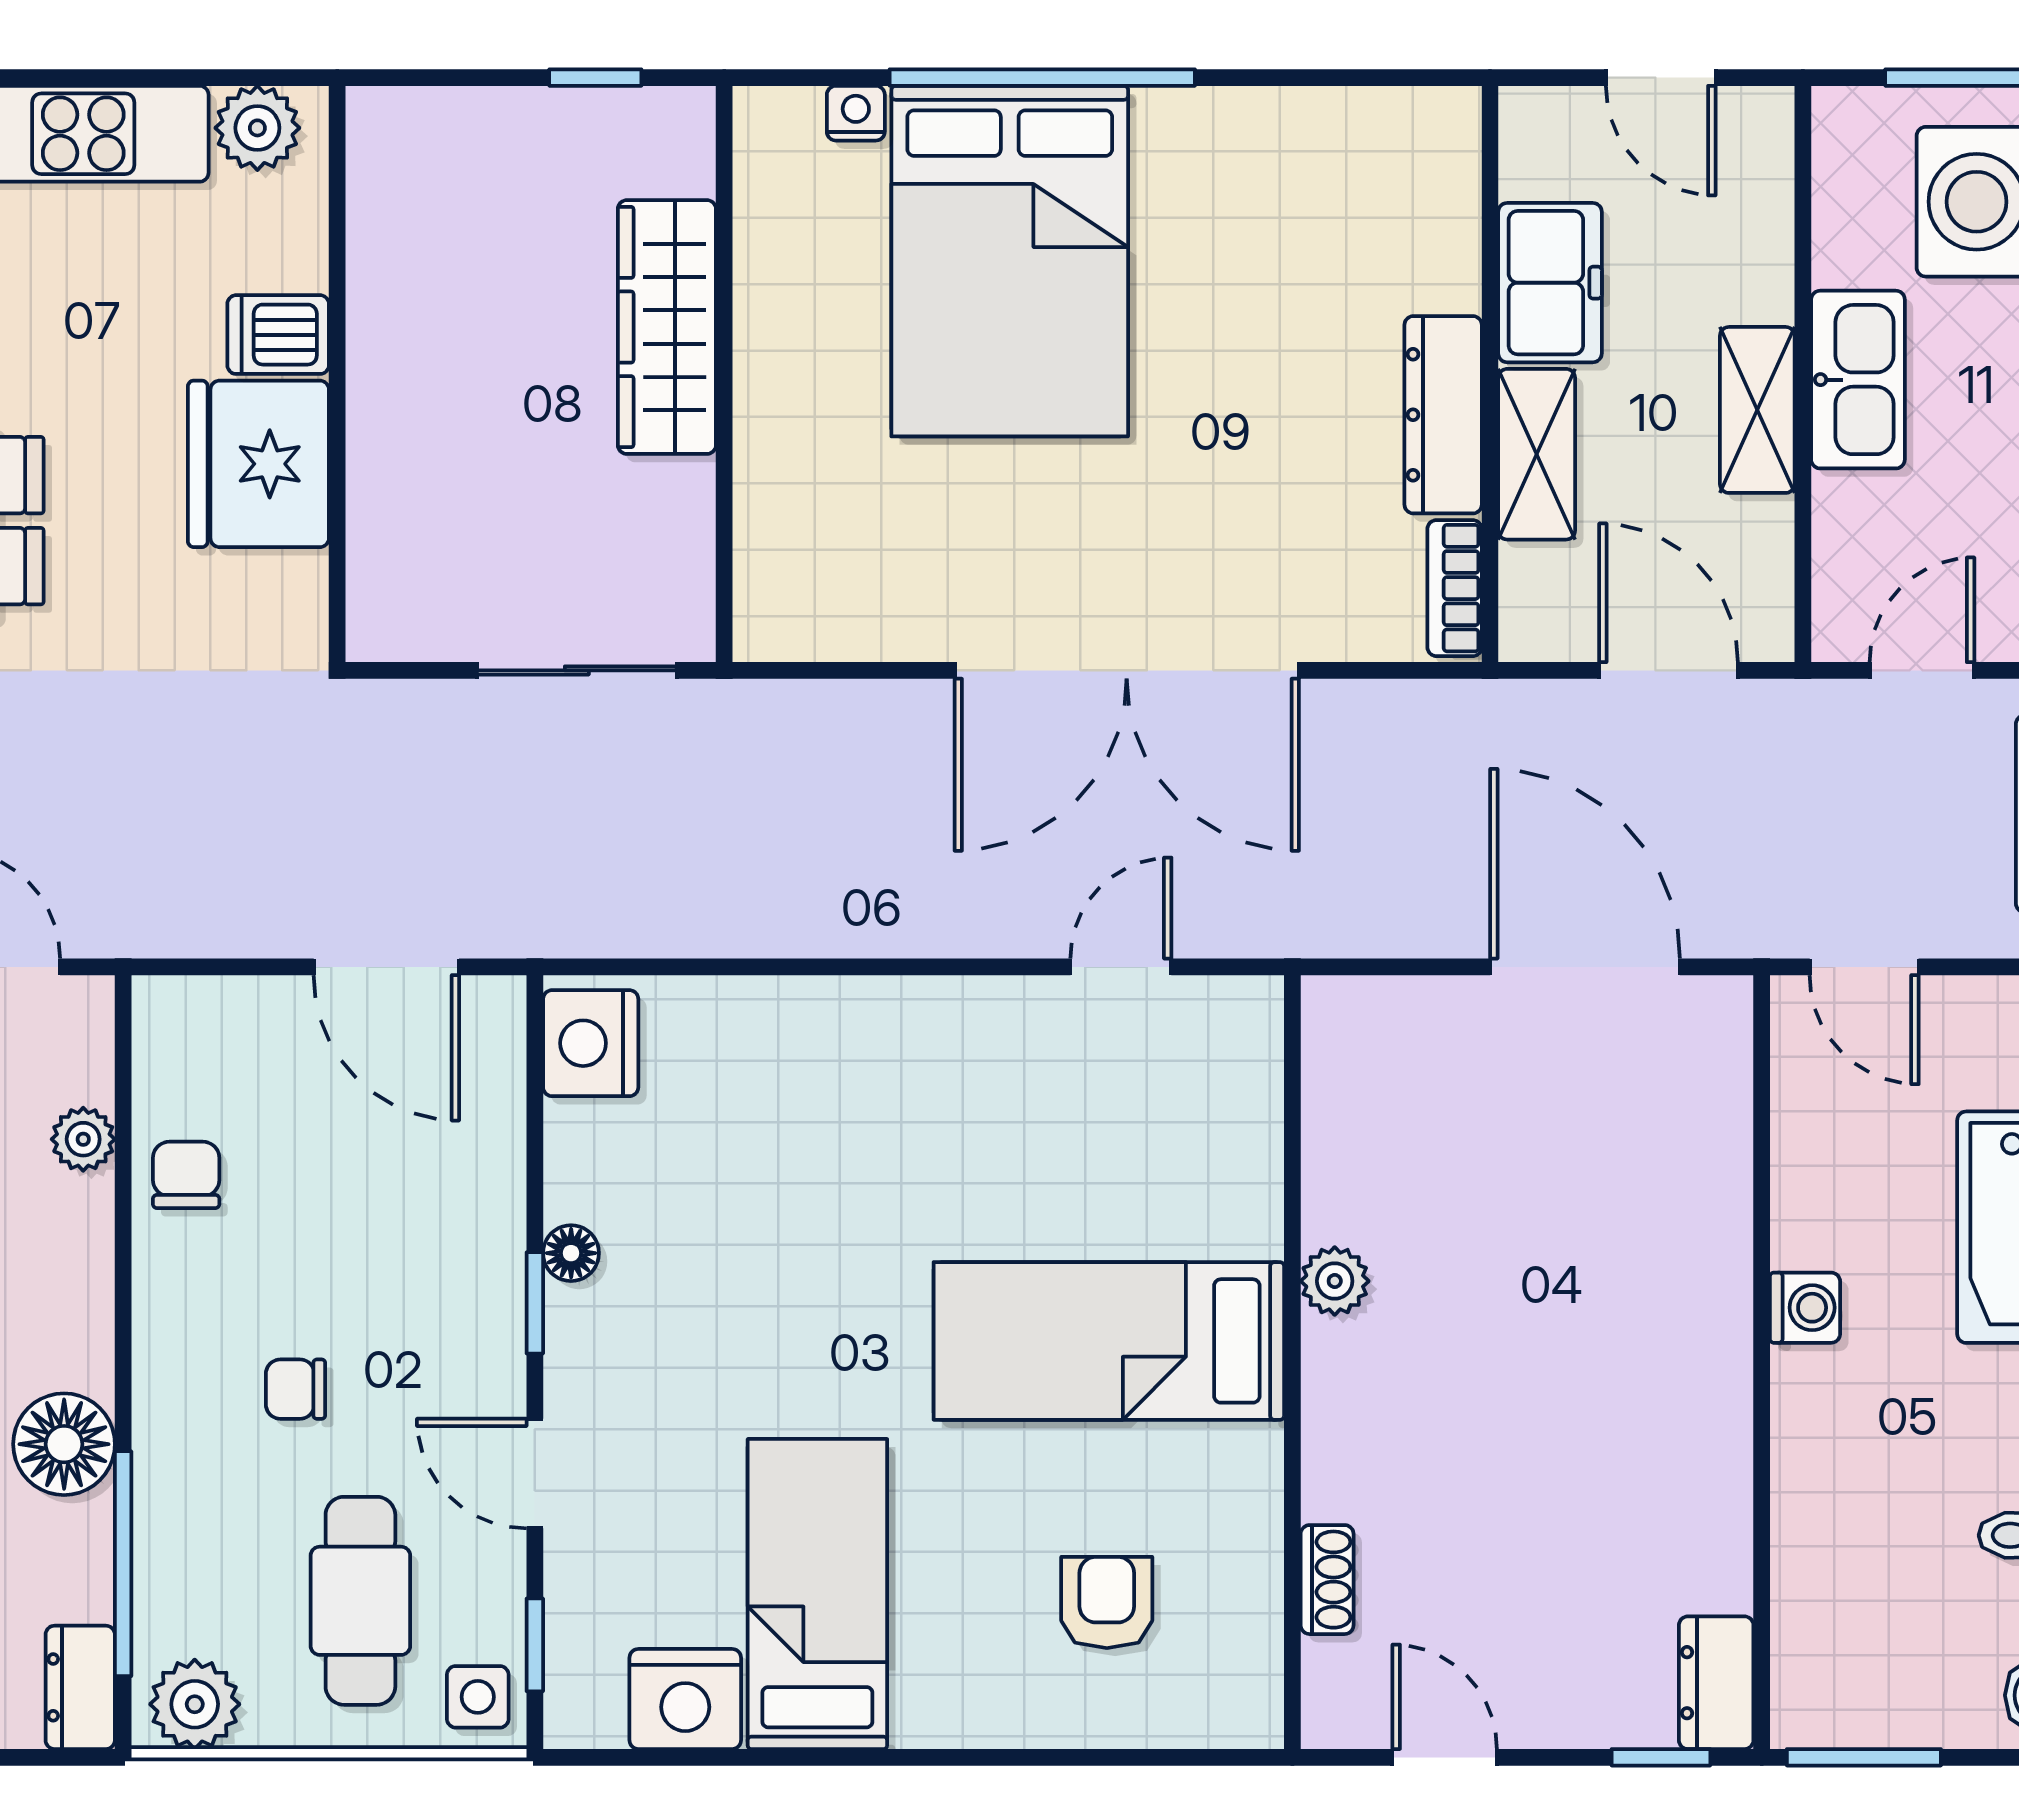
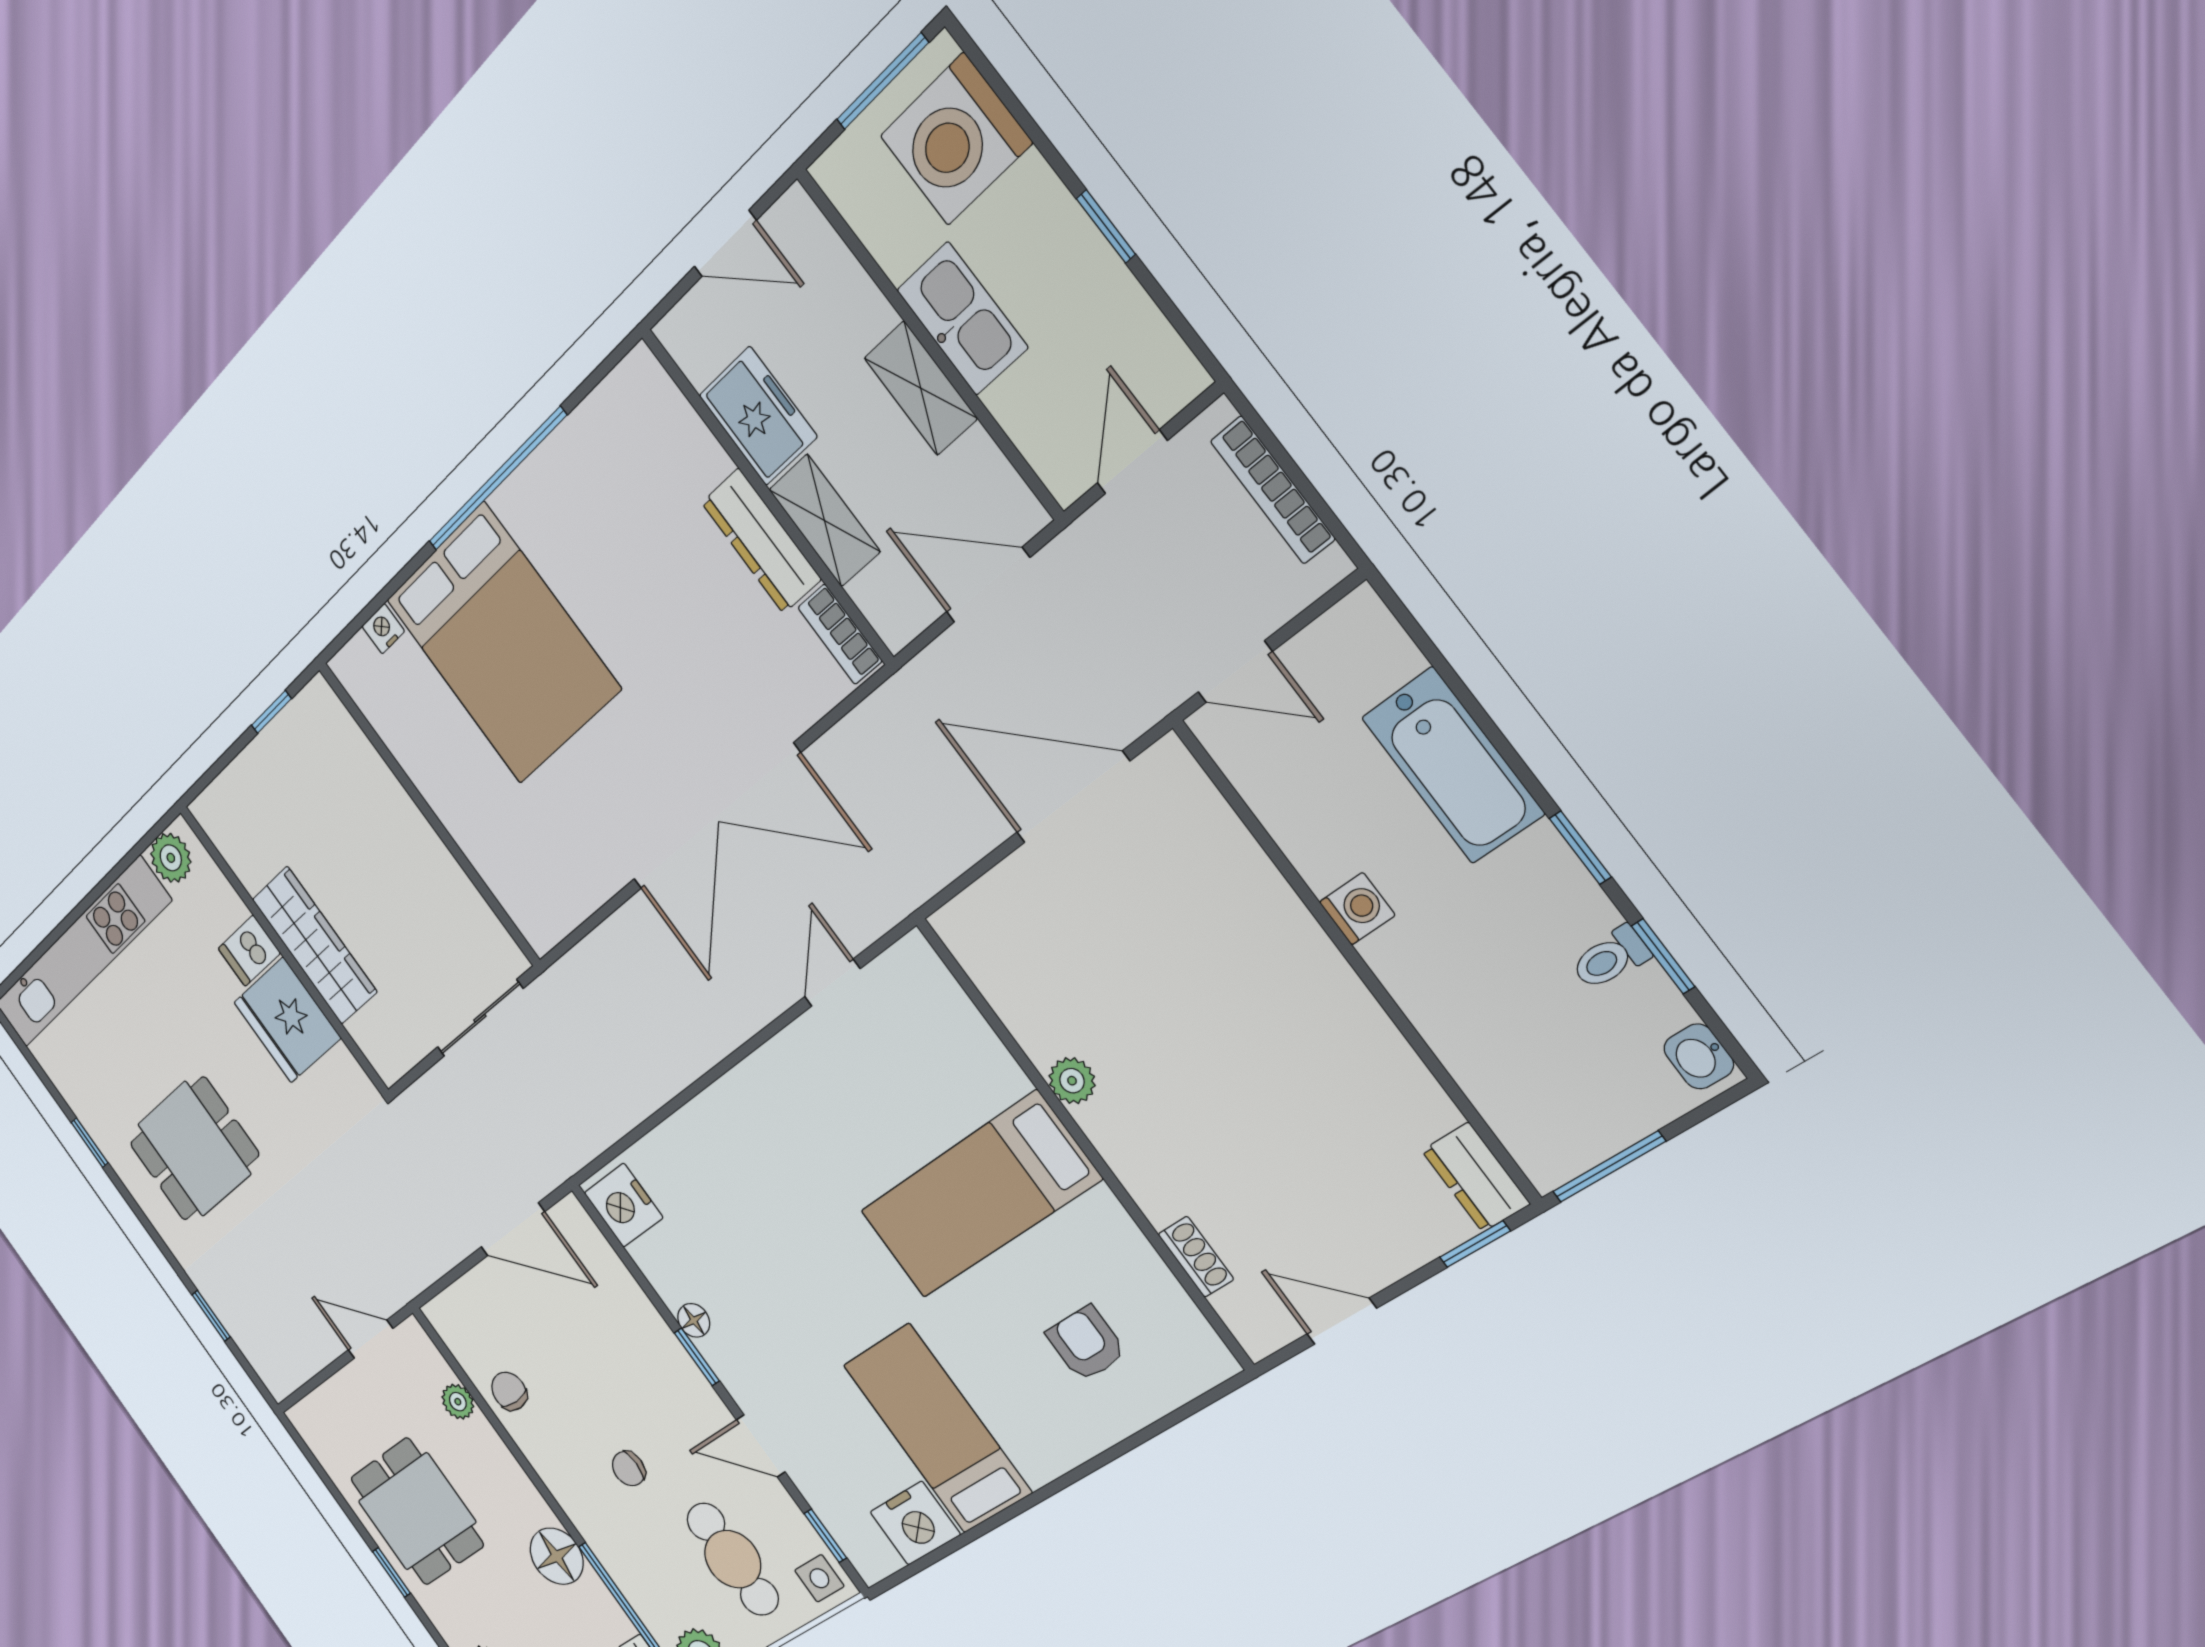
window: (1042, 78) -> (497, 479), moved
wardrobe: (667, 327) -> (314, 945), moved, turned 180

